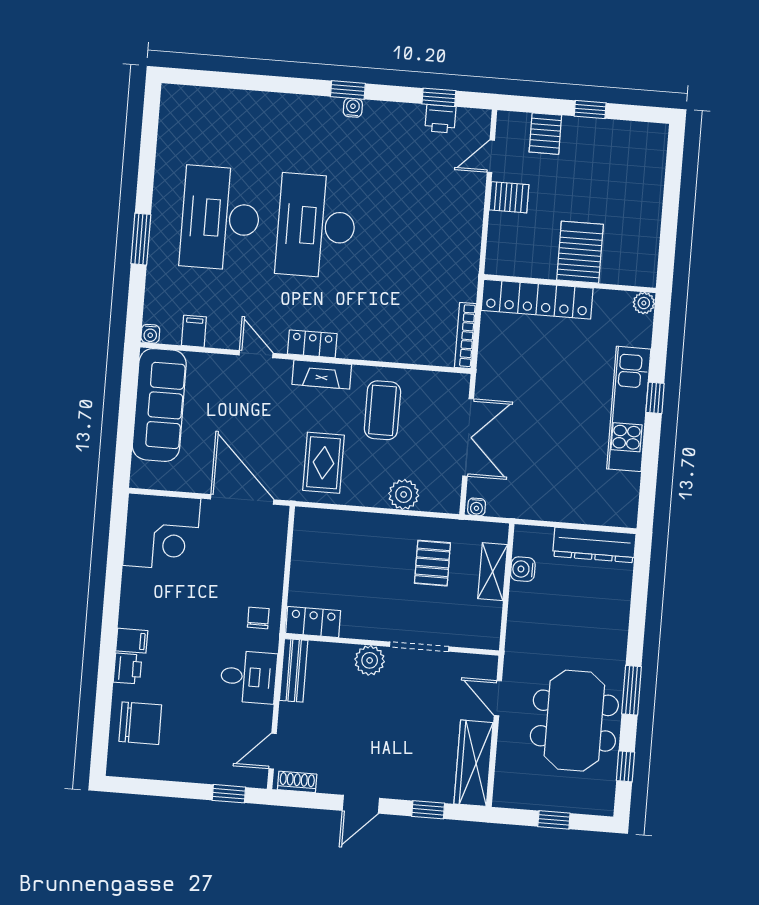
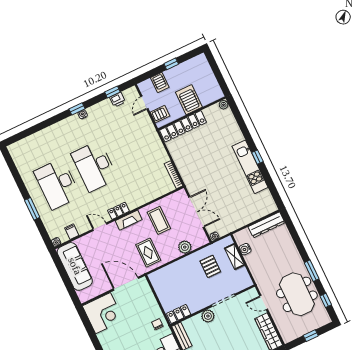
server rack: (580, 252) -> (189, 100), moved
wall: (570, 284) -> (192, 113), moved
locker: (537, 299) -> (183, 126), moved
plant: (644, 303) -> (223, 105), moved

